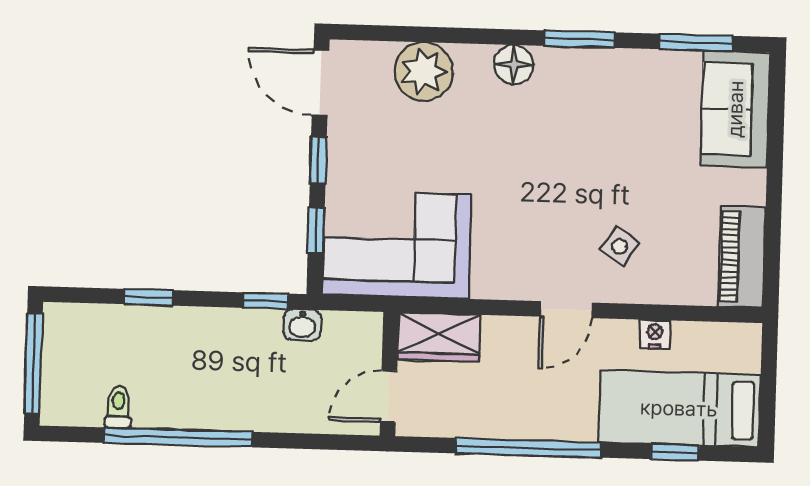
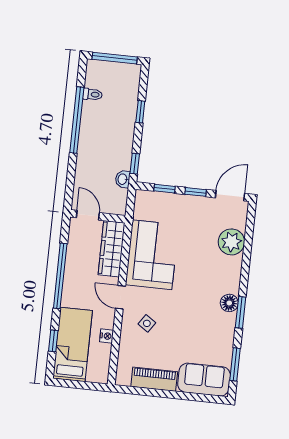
floor lamp: (514, 65) -> (229, 303), moved
corner sofa: (397, 245) -> (152, 255), moved
piano: (742, 257) -> (154, 379), moved
wardrobe: (439, 337) -> (112, 249), width x1.50

